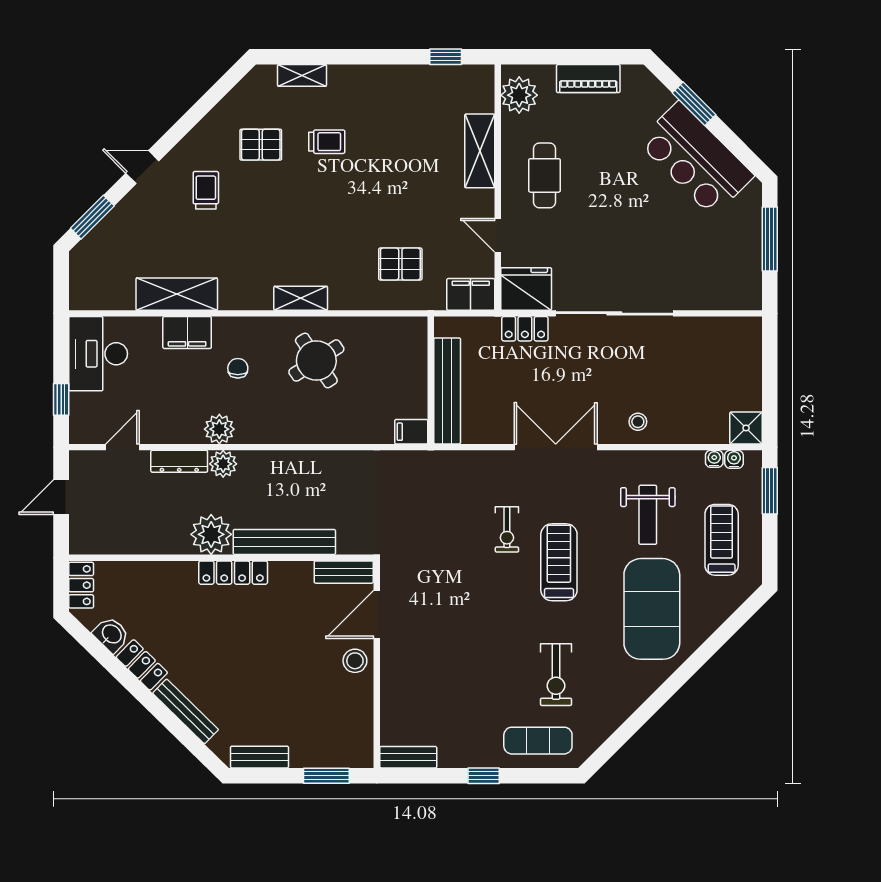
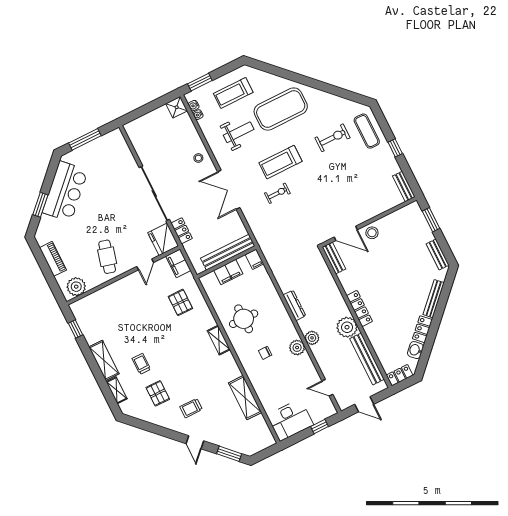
shelving: (480, 151) -> (104, 360), moved, turned 90
cafe table: (545, 175) -> (107, 257), turned -75
filing cabinet: (187, 333) -> (228, 272), moved, turned 90
round table: (316, 360) -> (244, 319), turned 33
dresser: (179, 461) -> (294, 305), moved
bench: (284, 542) -> (367, 359), moved

